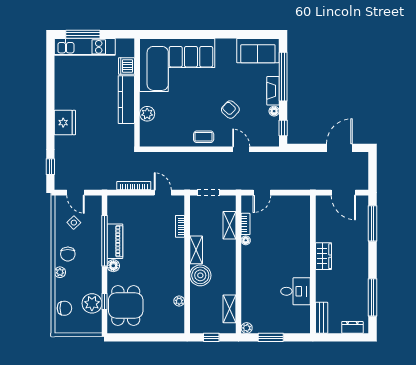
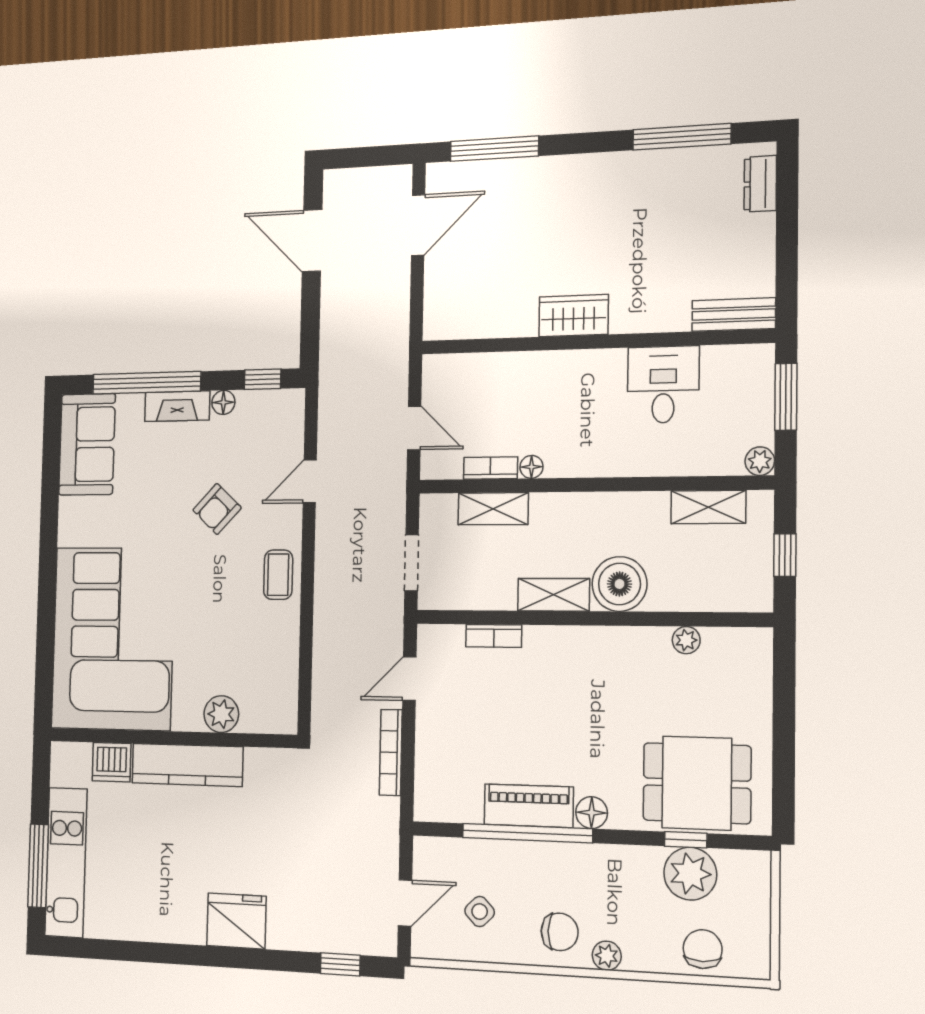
wardrobe: (323, 256) -> (574, 316), moved
wall: (313, 264) -> (594, 342), moved
desk: (296, 291) -> (663, 385), moved
bench: (322, 318) -> (734, 314), moved

